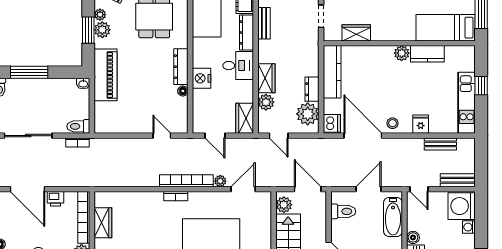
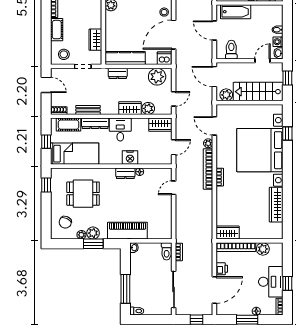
dresser: (181, 67) -> (125, 173), width x0.70
dresser: (312, 89) -> (118, 73), moved
door: (308, 189) -> (214, 77), hinge flipped
wardrobe: (103, 223) -> (228, 233), moved

